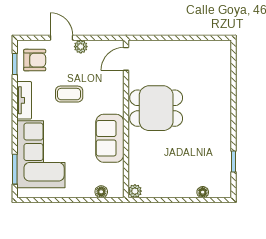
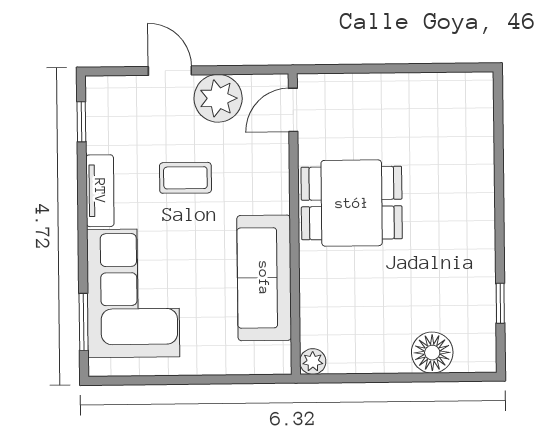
plant: (81, 47) -> (218, 98), width x1.87, depth x1.87
armchair: (35, 60) -> (119, 114), removed
sofa: (110, 138) -> (264, 278), width x1.36
floor lamp: (101, 192) -> (249, 363), removed
floor lamp: (203, 192) -> (432, 353), width x1.89, depth x1.89

